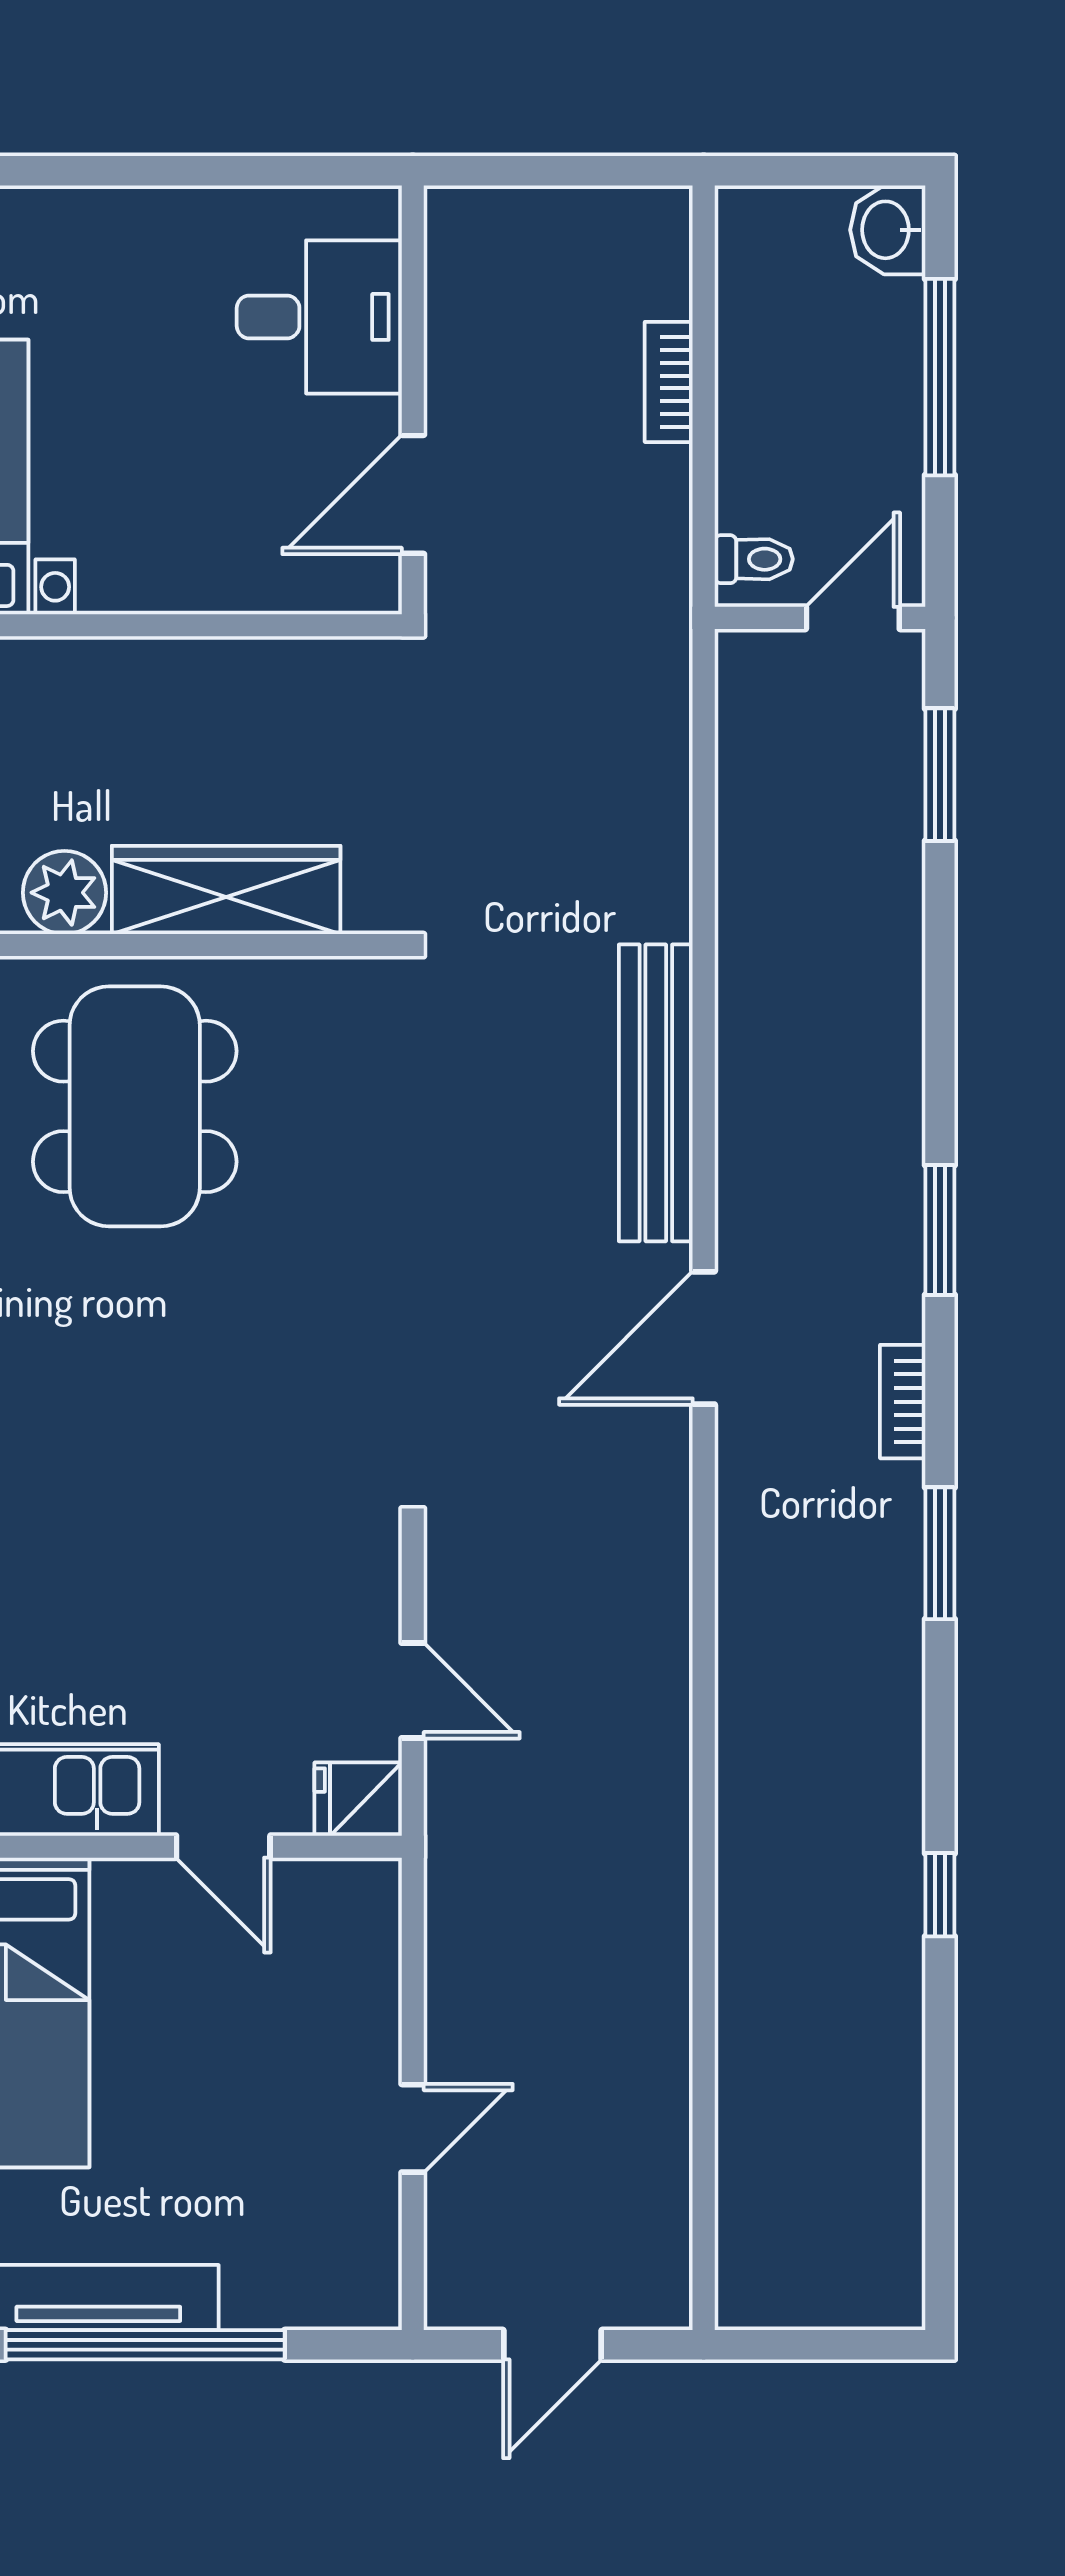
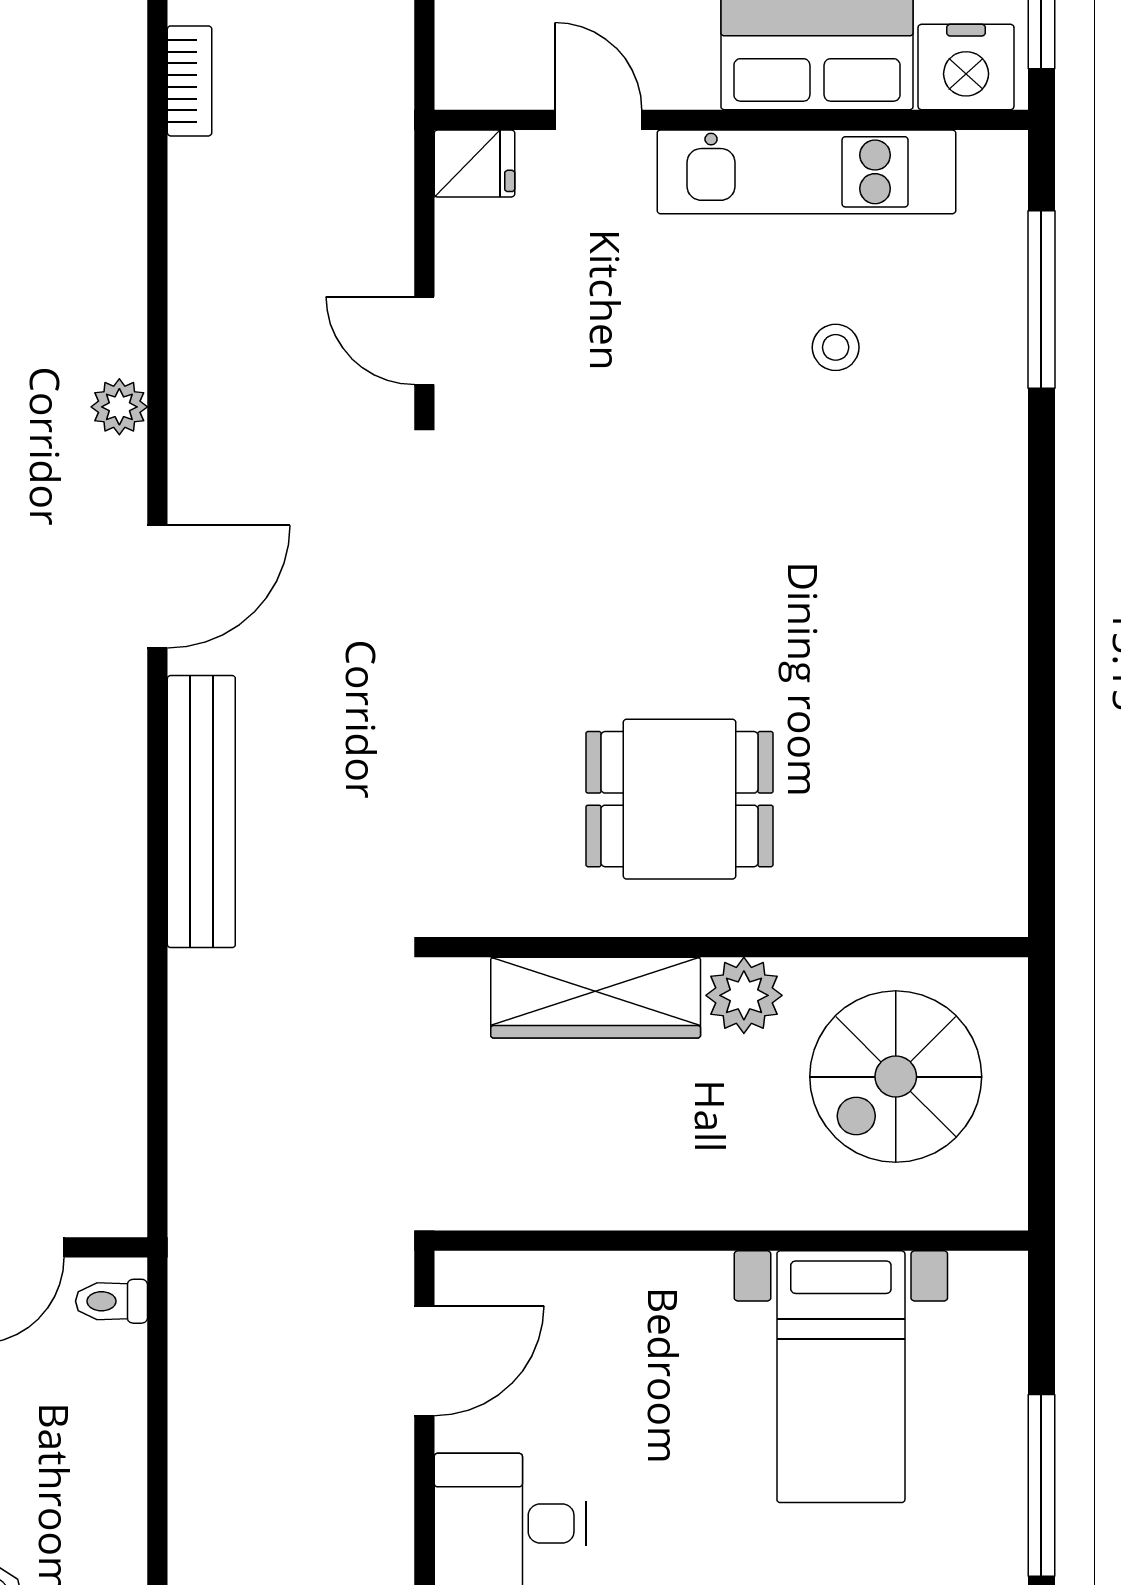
bookcase: (669, 382) -> (190, 81), moved
dining table: (135, 1106) -> (679, 799), width x0.73
plant: (745, 1534) -> (119, 407), added
door: (413, 1690) -> (424, 341), moved

